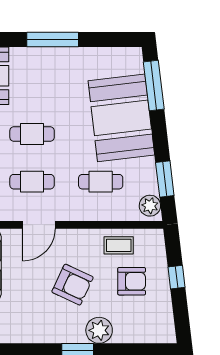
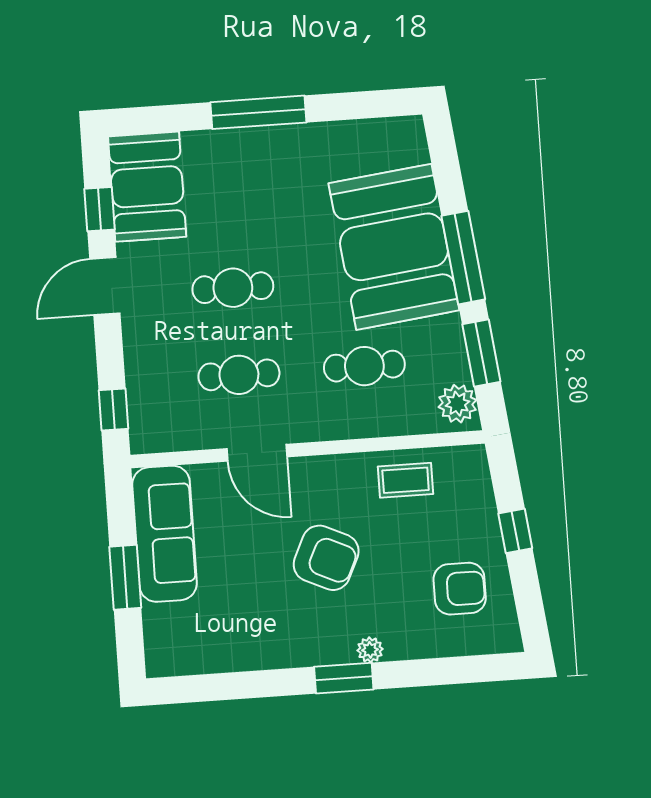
window: (154, 86) -> (463, 258), moved
door: (39, 225) -> (257, 453), hinge flipped
armchair: (132, 281) -> (460, 589), moved
plant: (99, 330) -> (370, 650), width x0.53, depth x0.53

